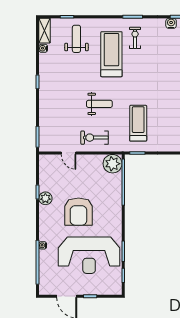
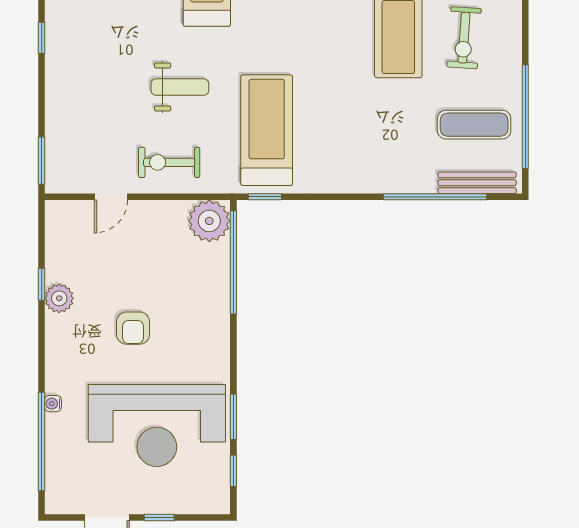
treadmill: (138, 123) -> (267, 130), width x1.37, depth x1.38
door: (69, 153) -> (111, 197), hinge flipped
armchair: (78, 212) -> (133, 328), width x0.53, depth x0.53

